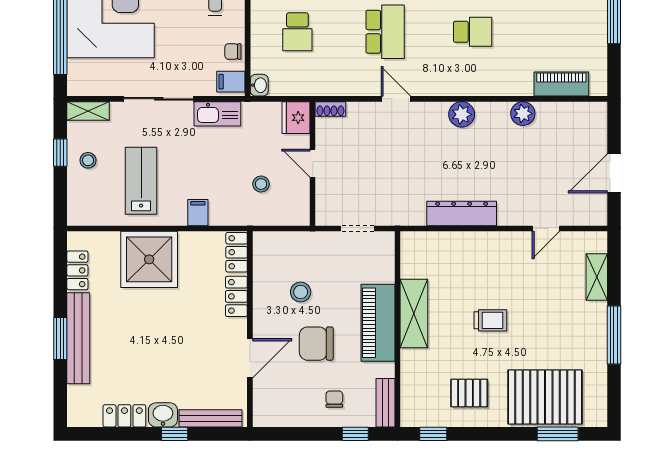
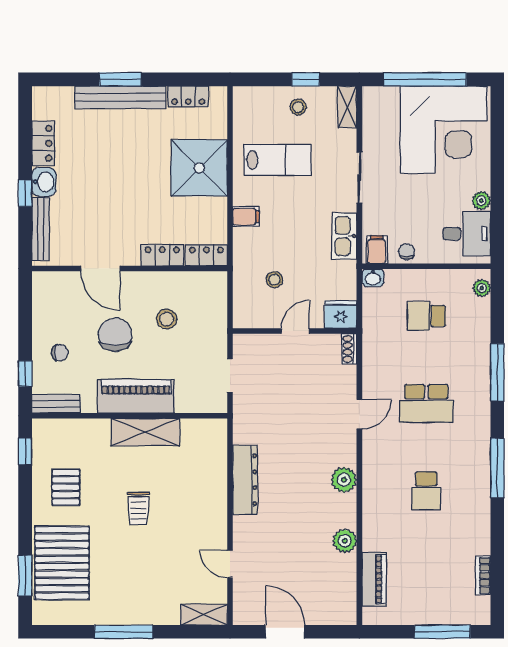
sliding door: (159, 99) -> (359, 178), width x0.73
shelving: (597, 277) -> (204, 615), moved

